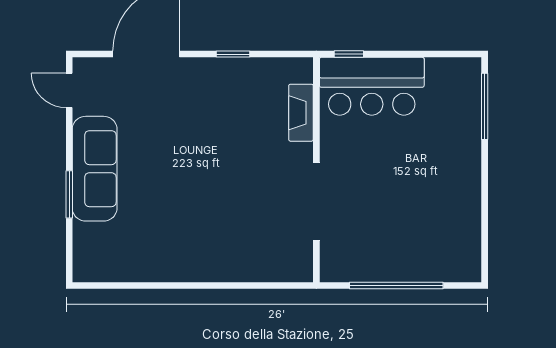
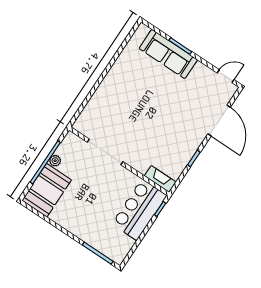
fireplace: (301, 113) -> (160, 179), moved
sofa: (95, 169) -> (168, 54), moved
booth: (439, 254) -> (47, 190), added
plant: (383, 271) -> (55, 161), added

